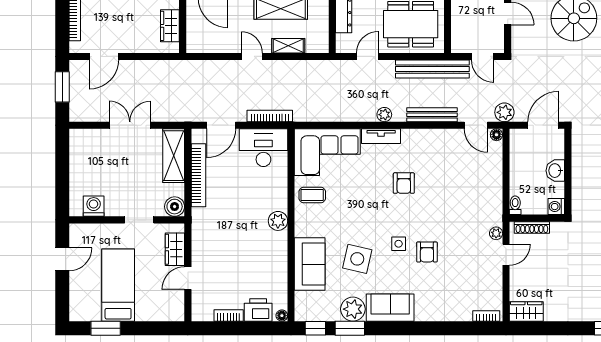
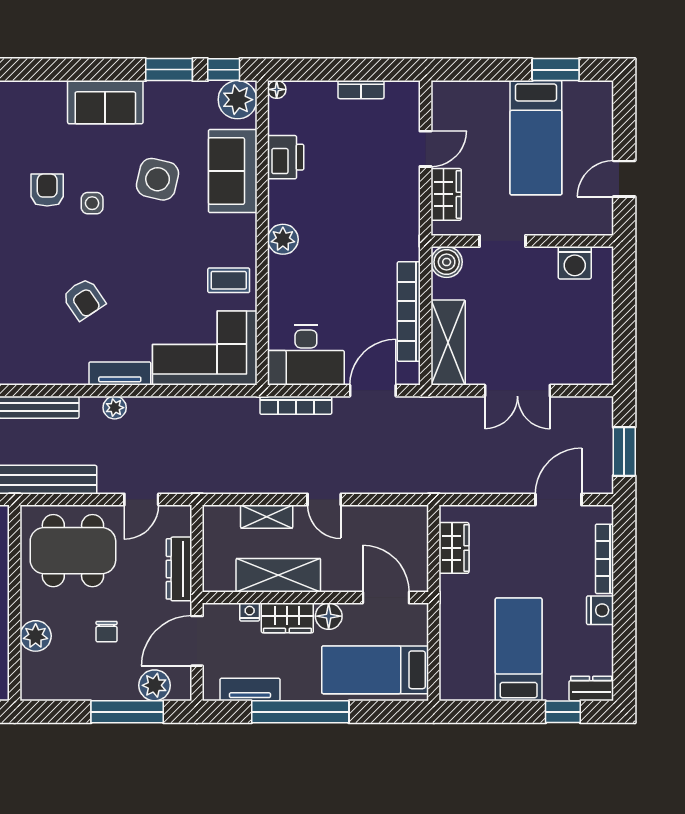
armchair: (404, 183) -> (84, 299), turned 146
plant: (353, 309) -> (238, 100), moved
printer: (258, 310) -> (286, 157), moved, turned -90

